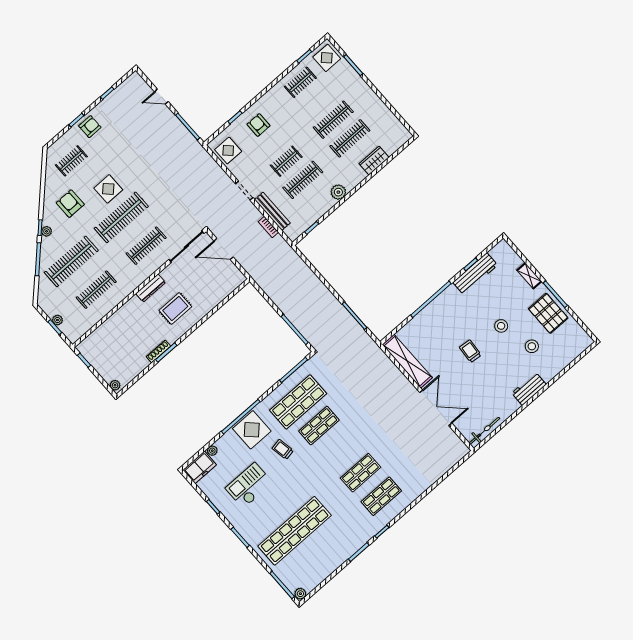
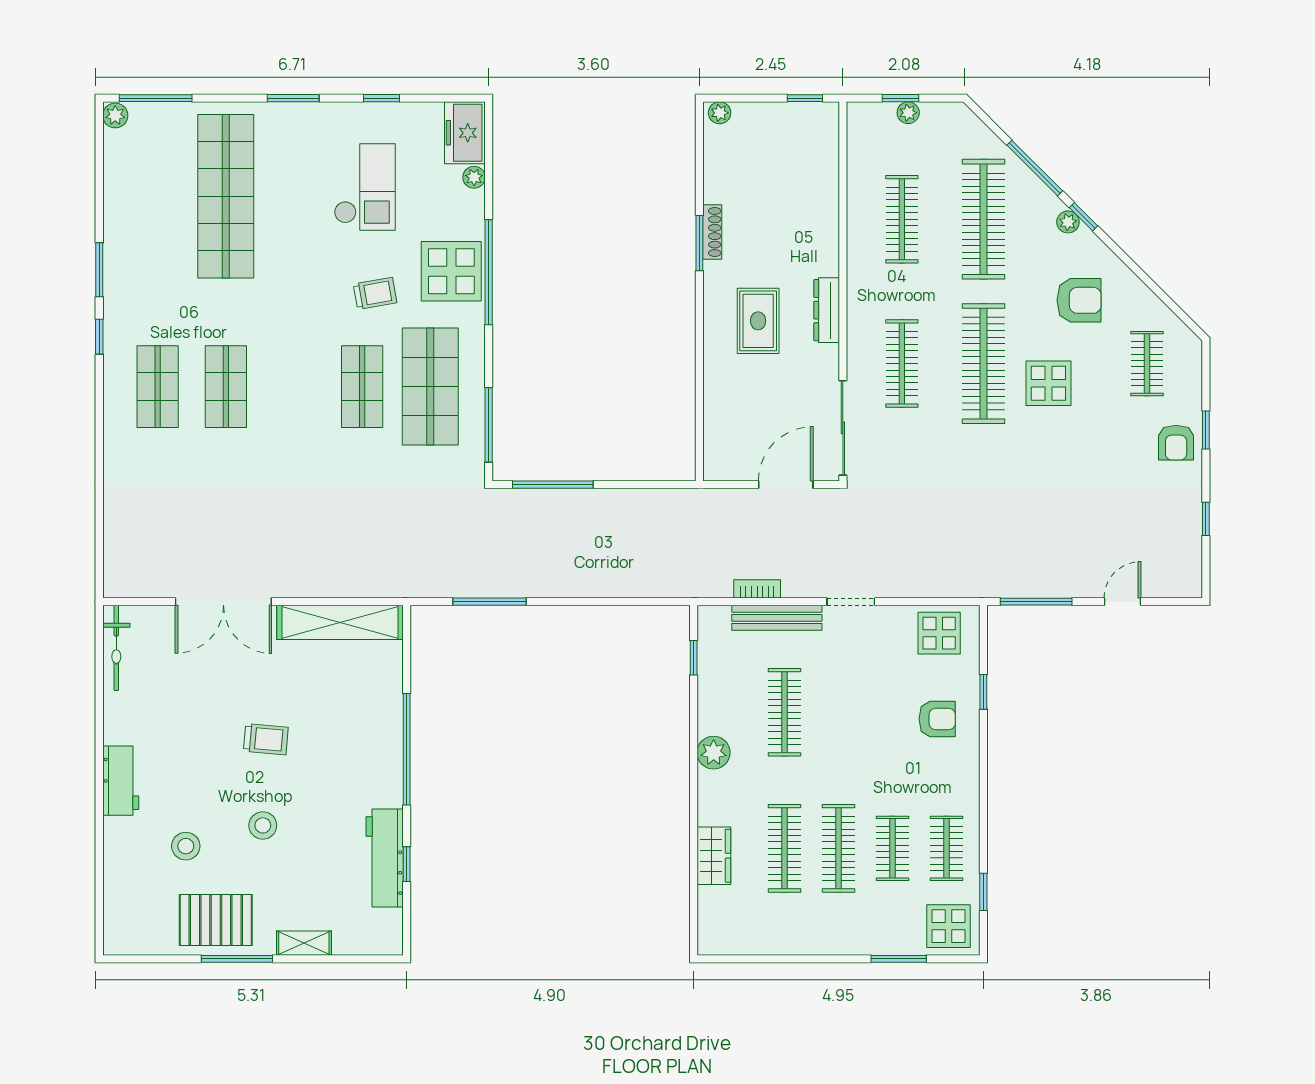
clothes rail: (286, 161) -> (893, 848), moved

